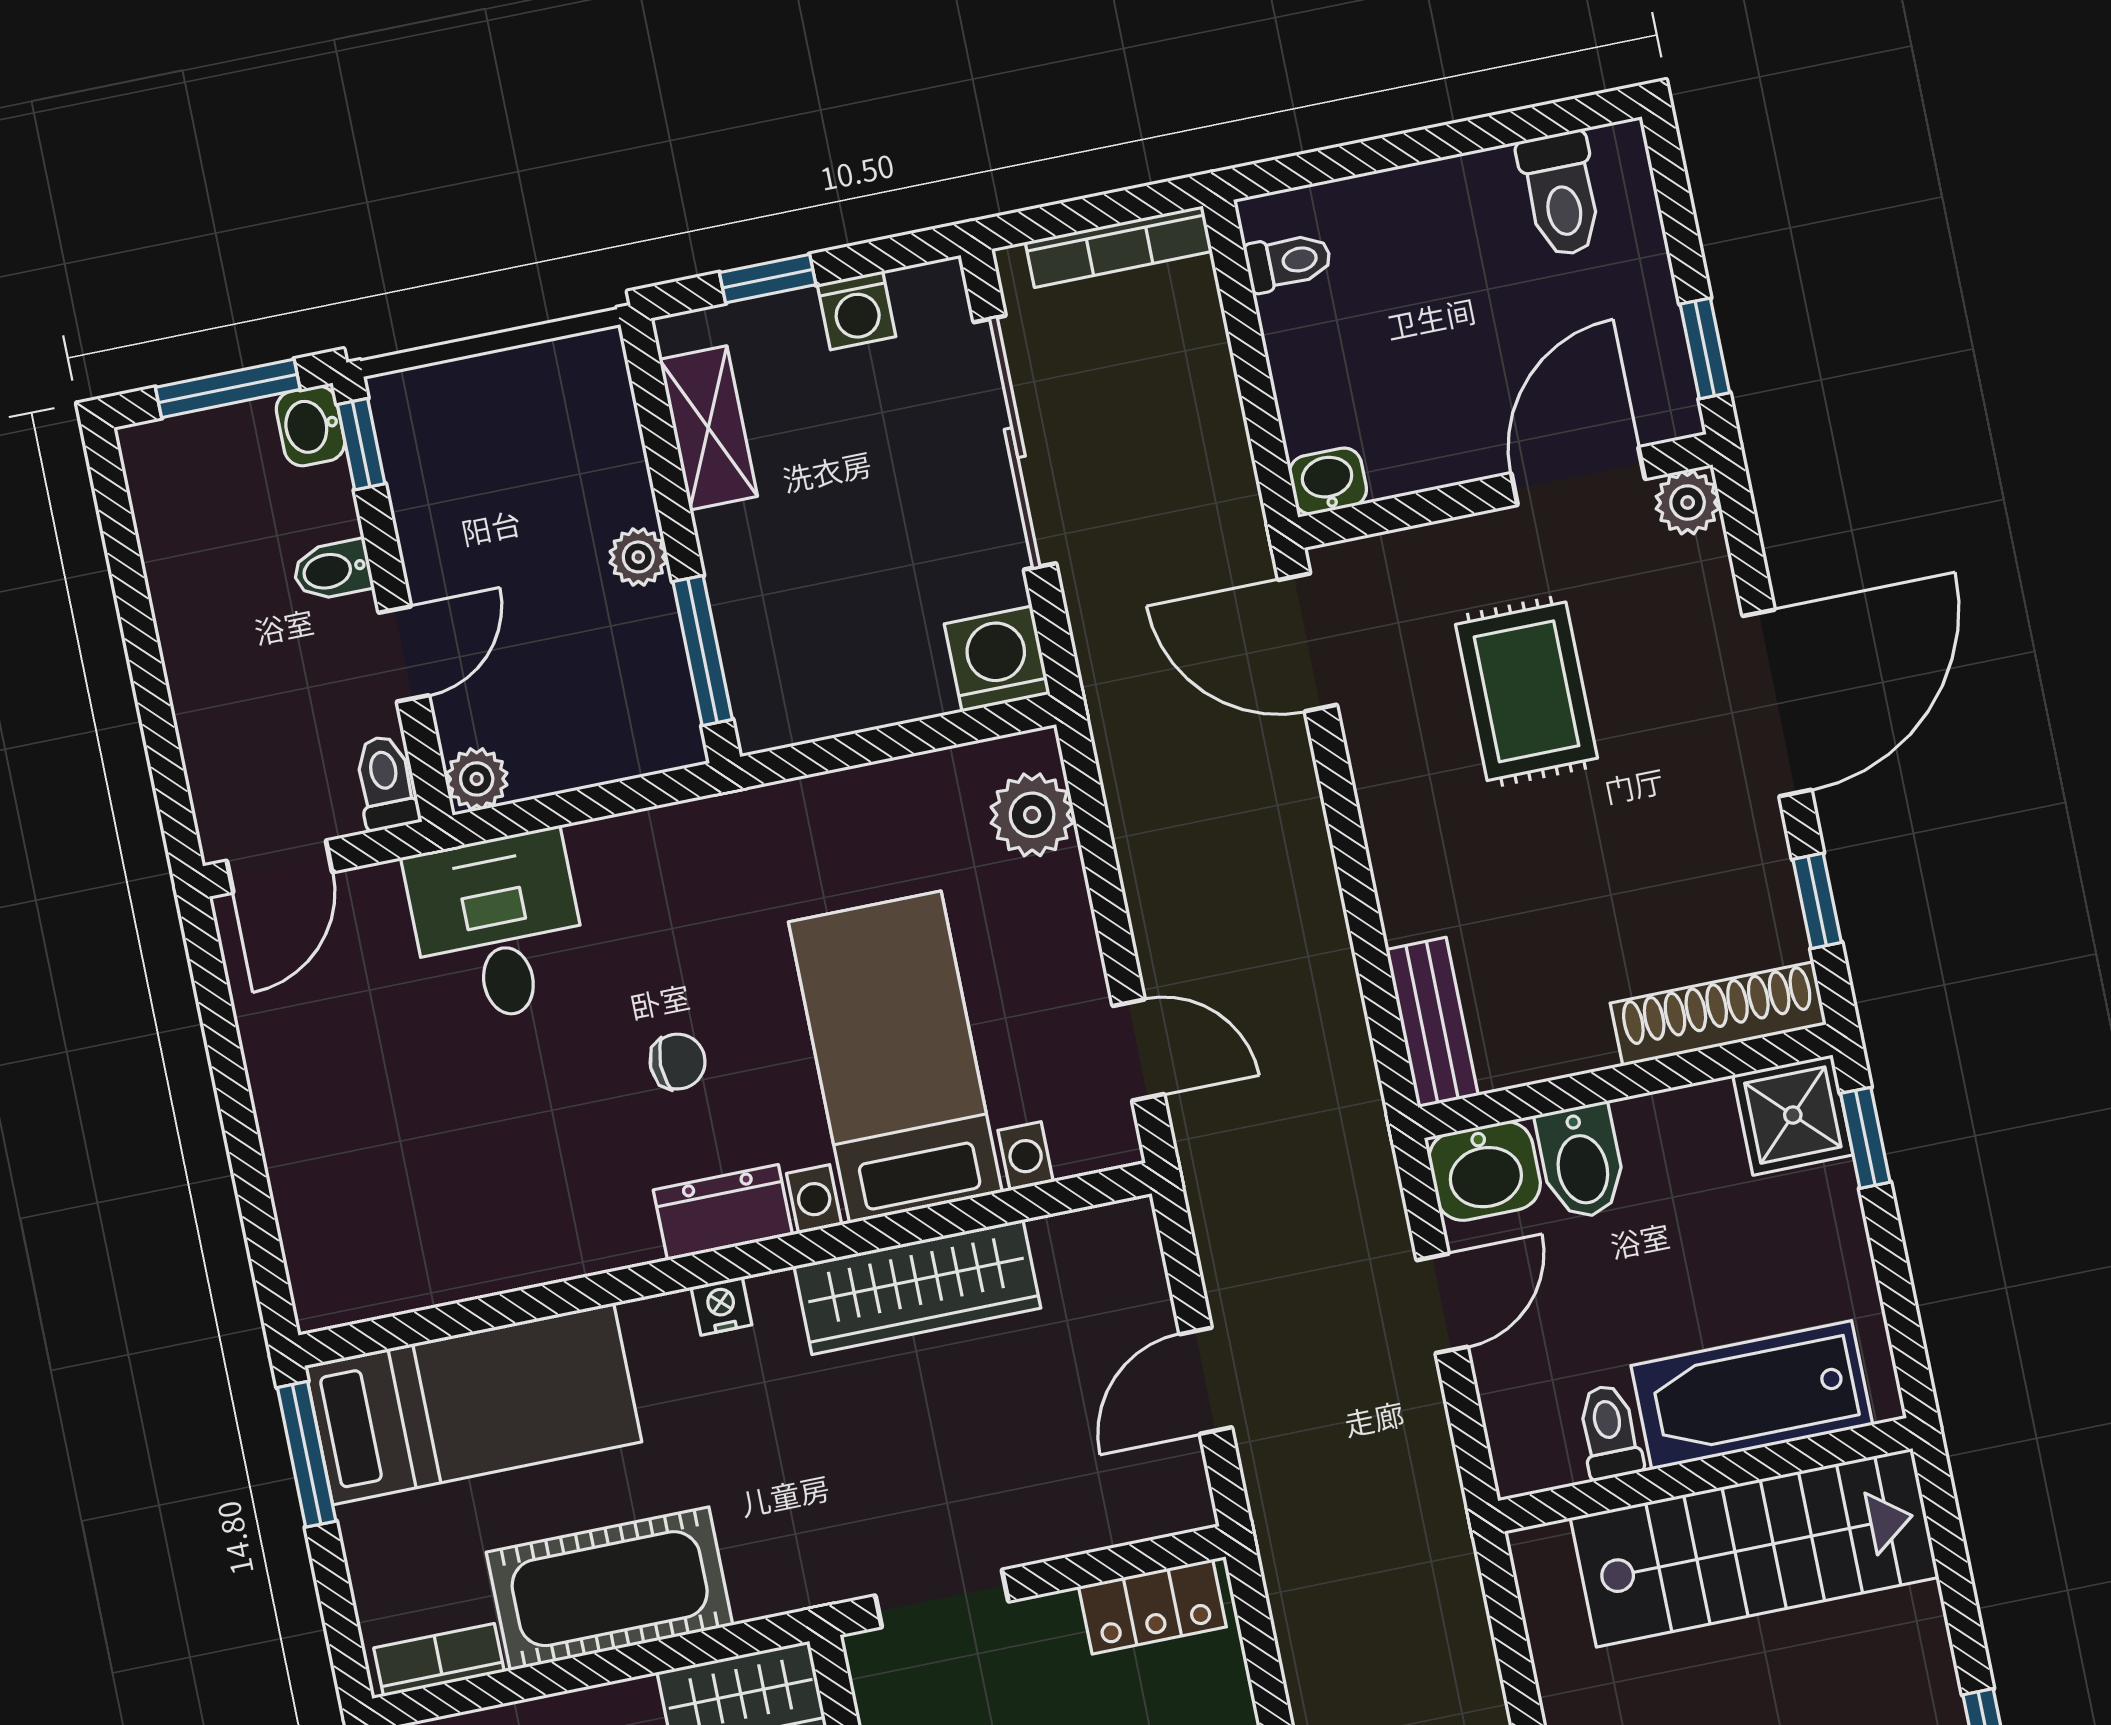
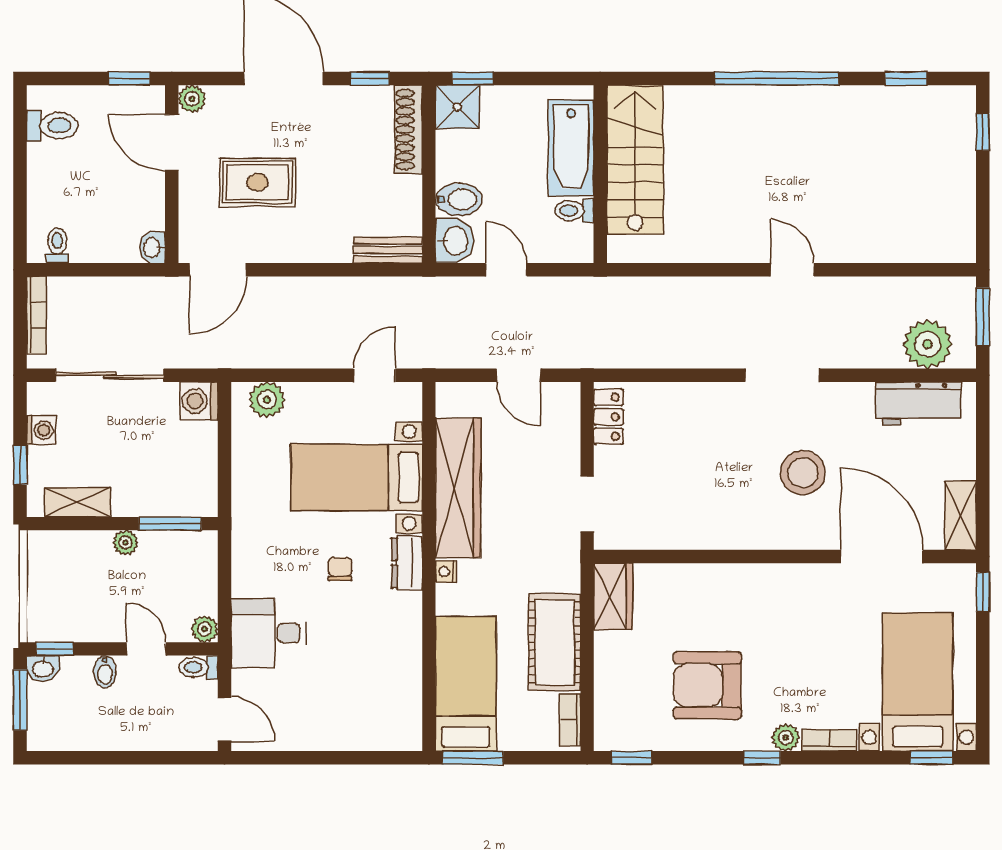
wardrobe: (917, 1287) -> (458, 488), width x1.40, depth x1.17

